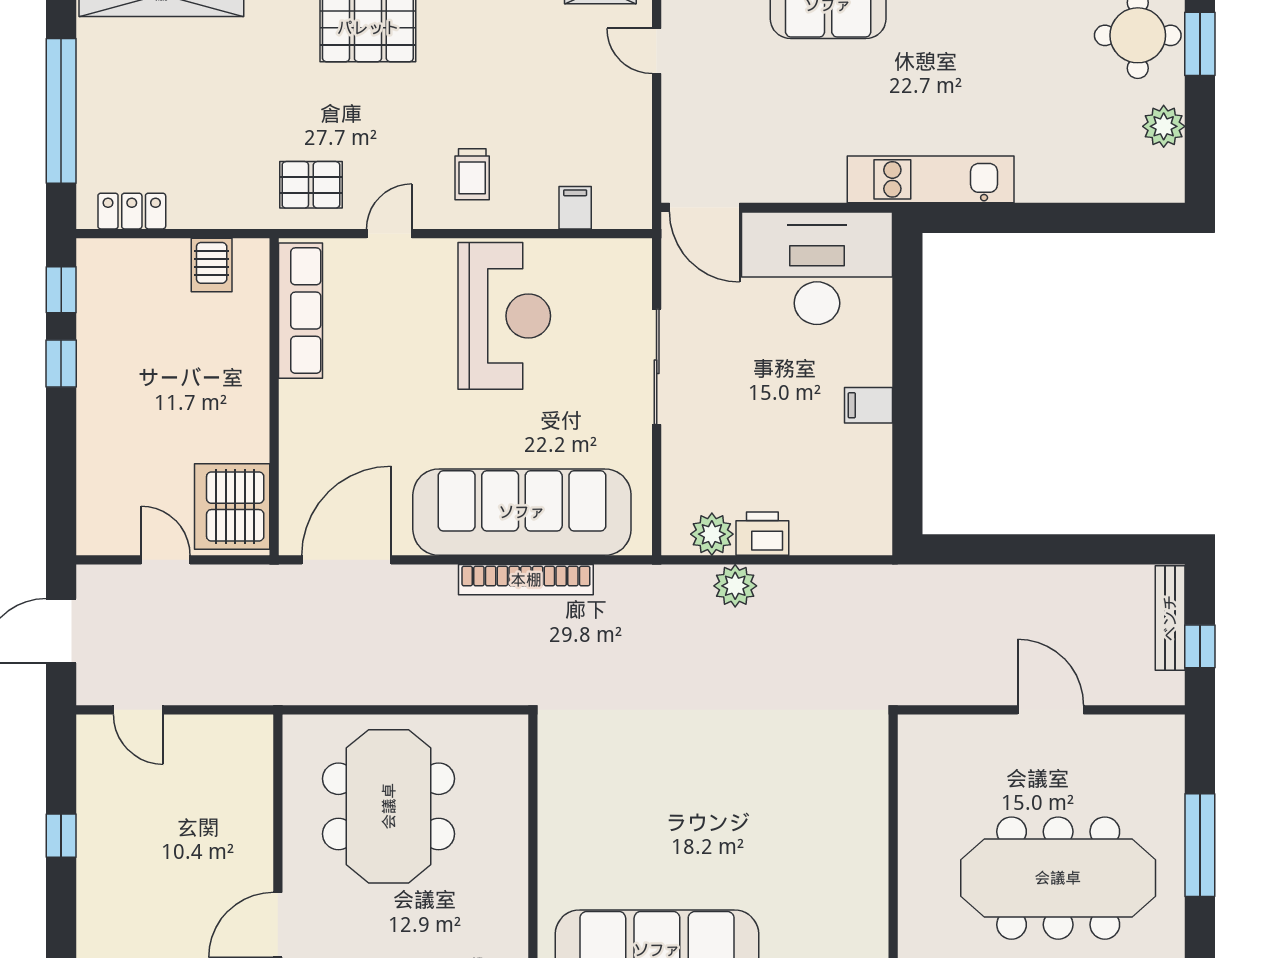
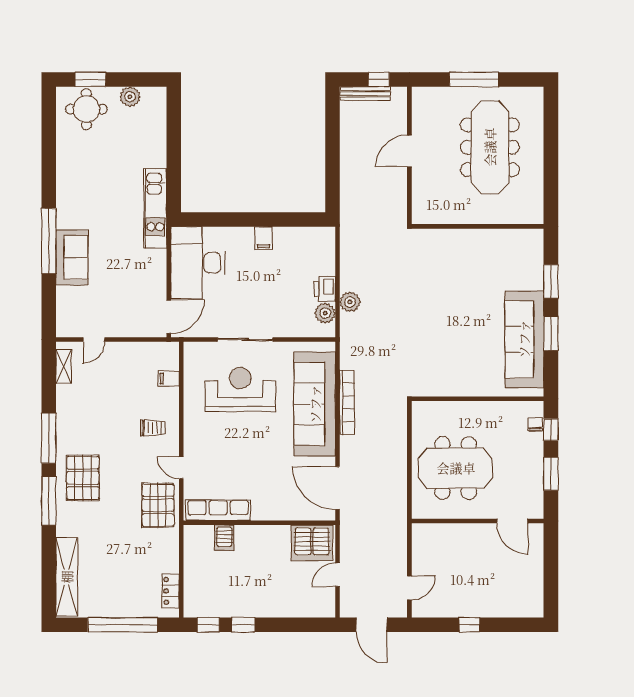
pallet: (311, 185) -> (158, 505), width x1.50, depth x1.42
server rack: (212, 265) -> (224, 538), moved, turned 90
reception desk: (504, 316) -> (240, 390), moved

